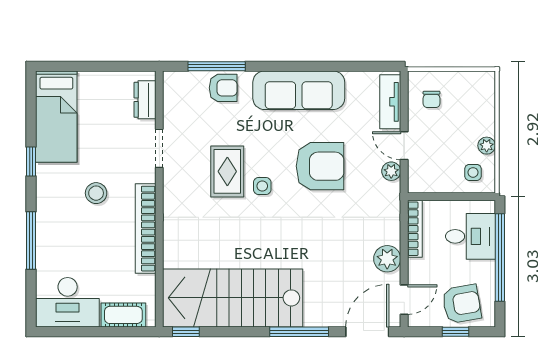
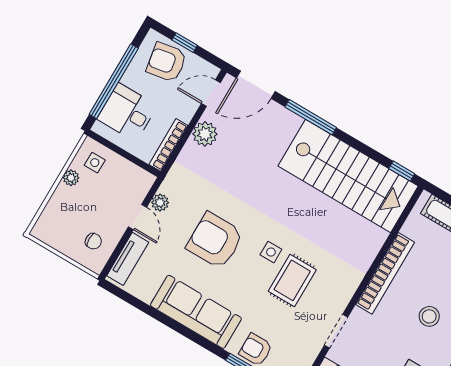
chair: (432, 99) -> (93, 241), turned 90
stool: (96, 193) -> (429, 316), moved

